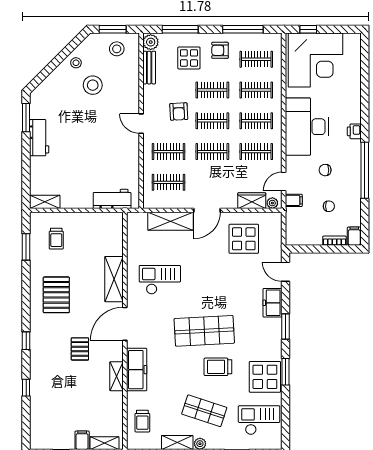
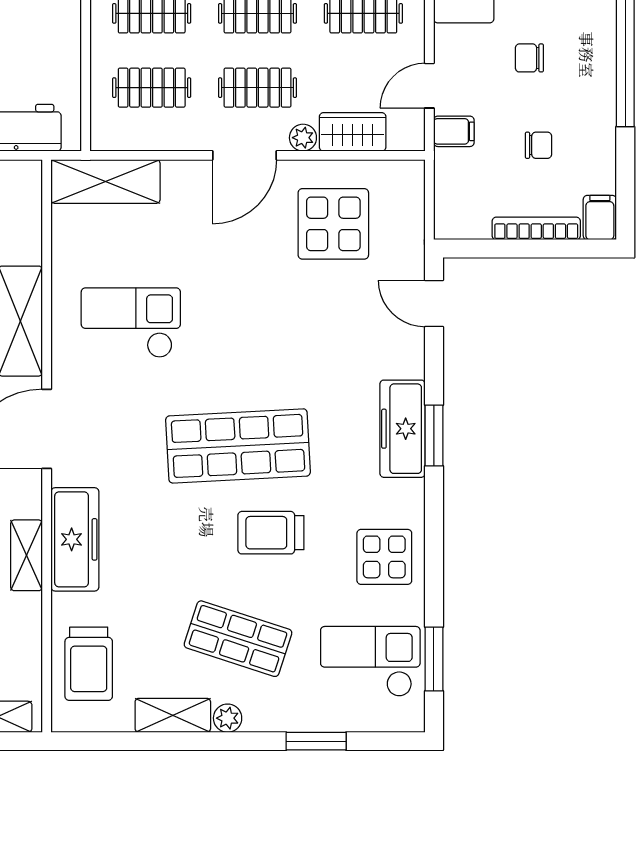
clothes rail: (212, 182) -> (257, 88), added
plant: (272, 203) -> (303, 138), moved
shelving: (171, 221) -> (106, 181), moved
bookcase: (334, 241) -> (536, 228), width x1.56
freezer: (272, 303) -> (402, 429), moved, width x1.40
window: (285, 372) -> (434, 659), moved
display table: (265, 377) -> (384, 557), width x0.73, depth x0.73
trolley: (142, 421) -> (89, 664), width x1.36, depth x1.39

